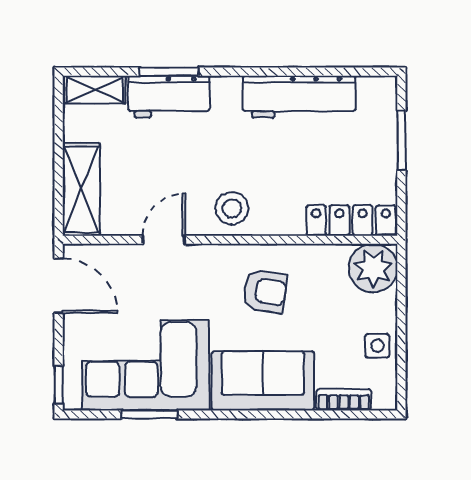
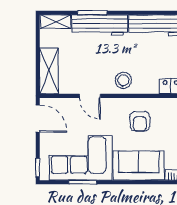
workbench: (169, 97) -> (100, 25), width x1.37
door: (164, 240) -> (90, 96), swing flipped
armchair: (265, 291) -> (140, 121), turned 81

